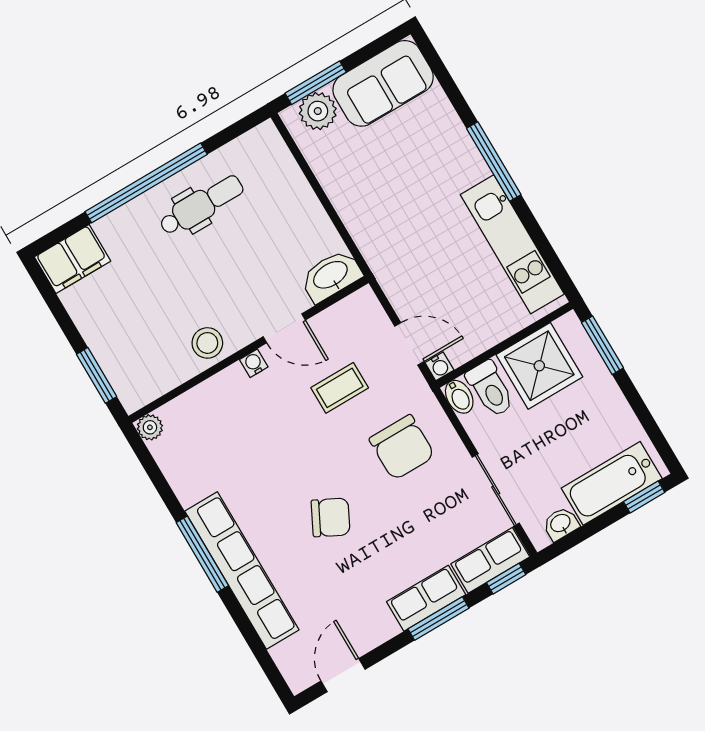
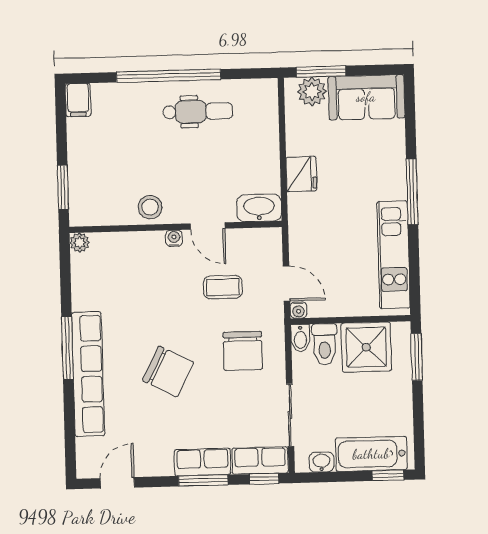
fridge: (358, 211) -> (301, 174), added
filing cabinet: (73, 259) -> (78, 100), width x0.50
chair: (331, 517) -> (168, 371), width x1.37, depth x1.37

